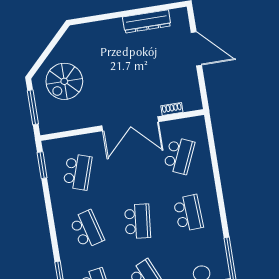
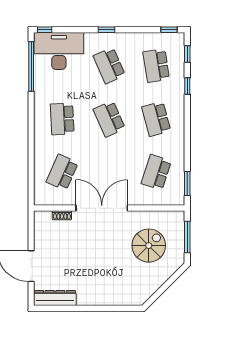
dresser: (147, 21) -> (55, 298), moved
spiral stairs: (64, 81) -> (149, 246), moved
school desk: (138, 221) -> (109, 119), turned -30

